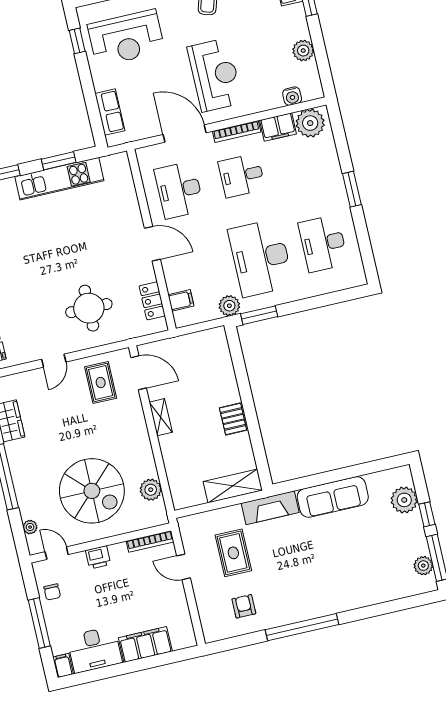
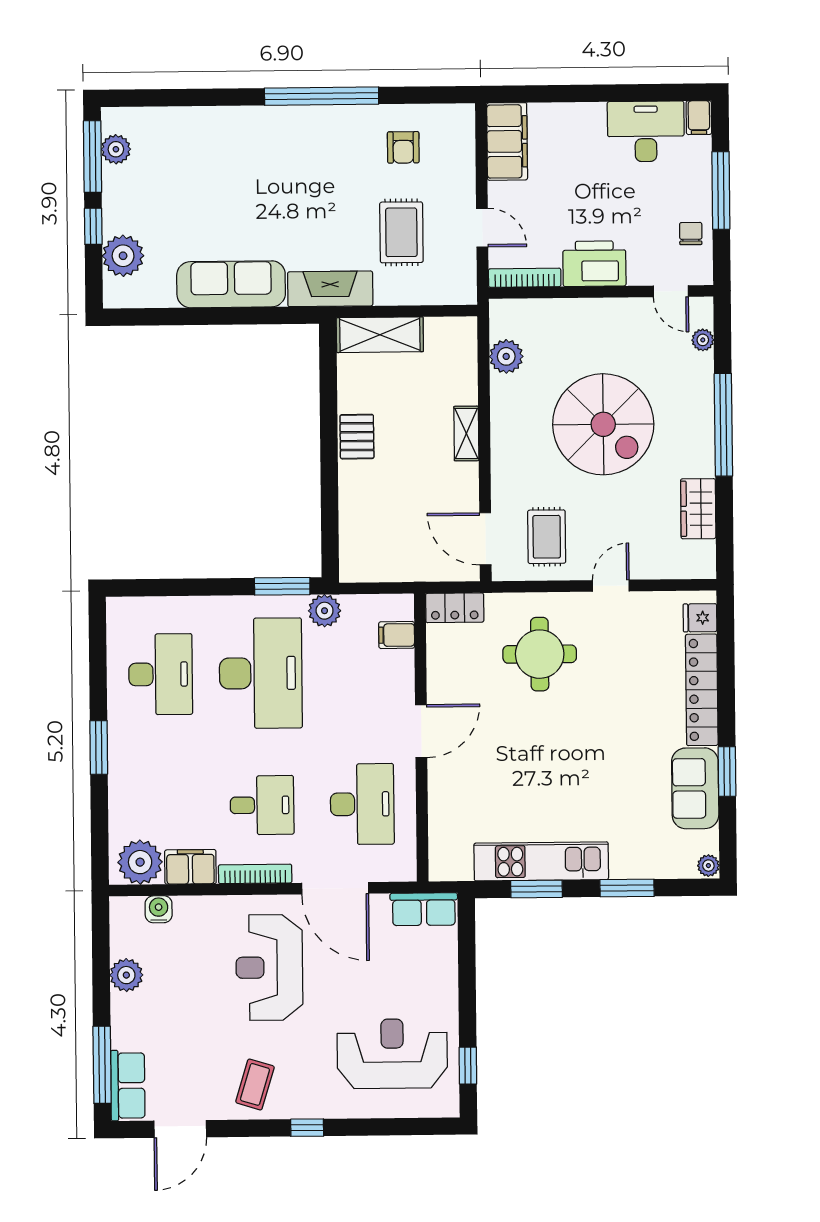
row of seats: (110, 112) -> (424, 909), moved, turned -90
door: (152, 244) -> (421, 731), swing flipped
locker: (152, 301) -> (455, 608), moved, turned 90
shelving: (161, 417) -> (466, 433), moved
spiral stairs: (92, 491) -> (603, 424), moved, turned 180
printer: (98, 557) -> (594, 264), width x1.87, depth x1.48
filing cabinet: (145, 644) -> (507, 141), moved, turned -90

